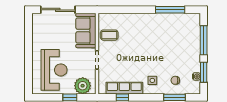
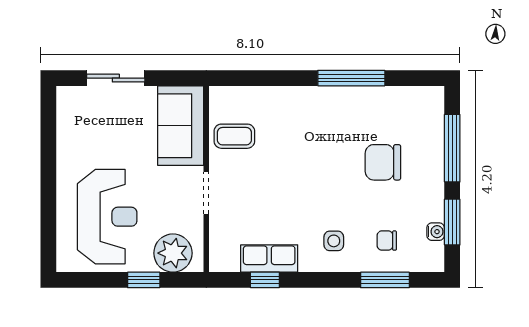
sliding door: (58, 10) -> (116, 78), width x0.73
window: (170, 10) -> (351, 78), moved
chair: (174, 46) -> (383, 162), added
row of seats: (124, 88) -> (269, 259), width x0.68

